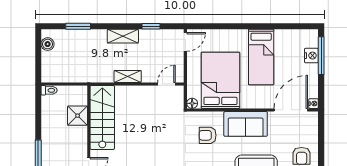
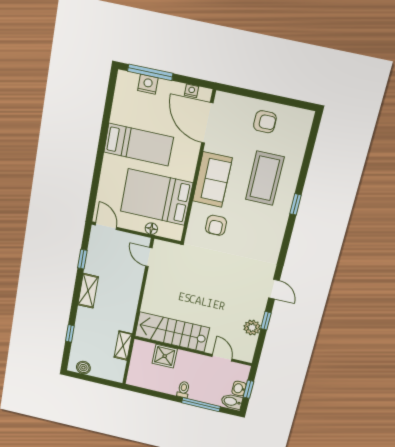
window: (78, 26) -> (70, 333), width x0.67
shelving: (128, 76) -> (123, 346), moved
toilet: (49, 90) -> (183, 390), moved
floor lamp: (192, 103) -> (151, 229), moved
nightstand: (314, 104) -> (192, 91), moved

